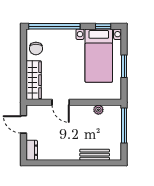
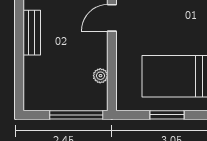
bench: (95, 155) -> (32, 33), moved

